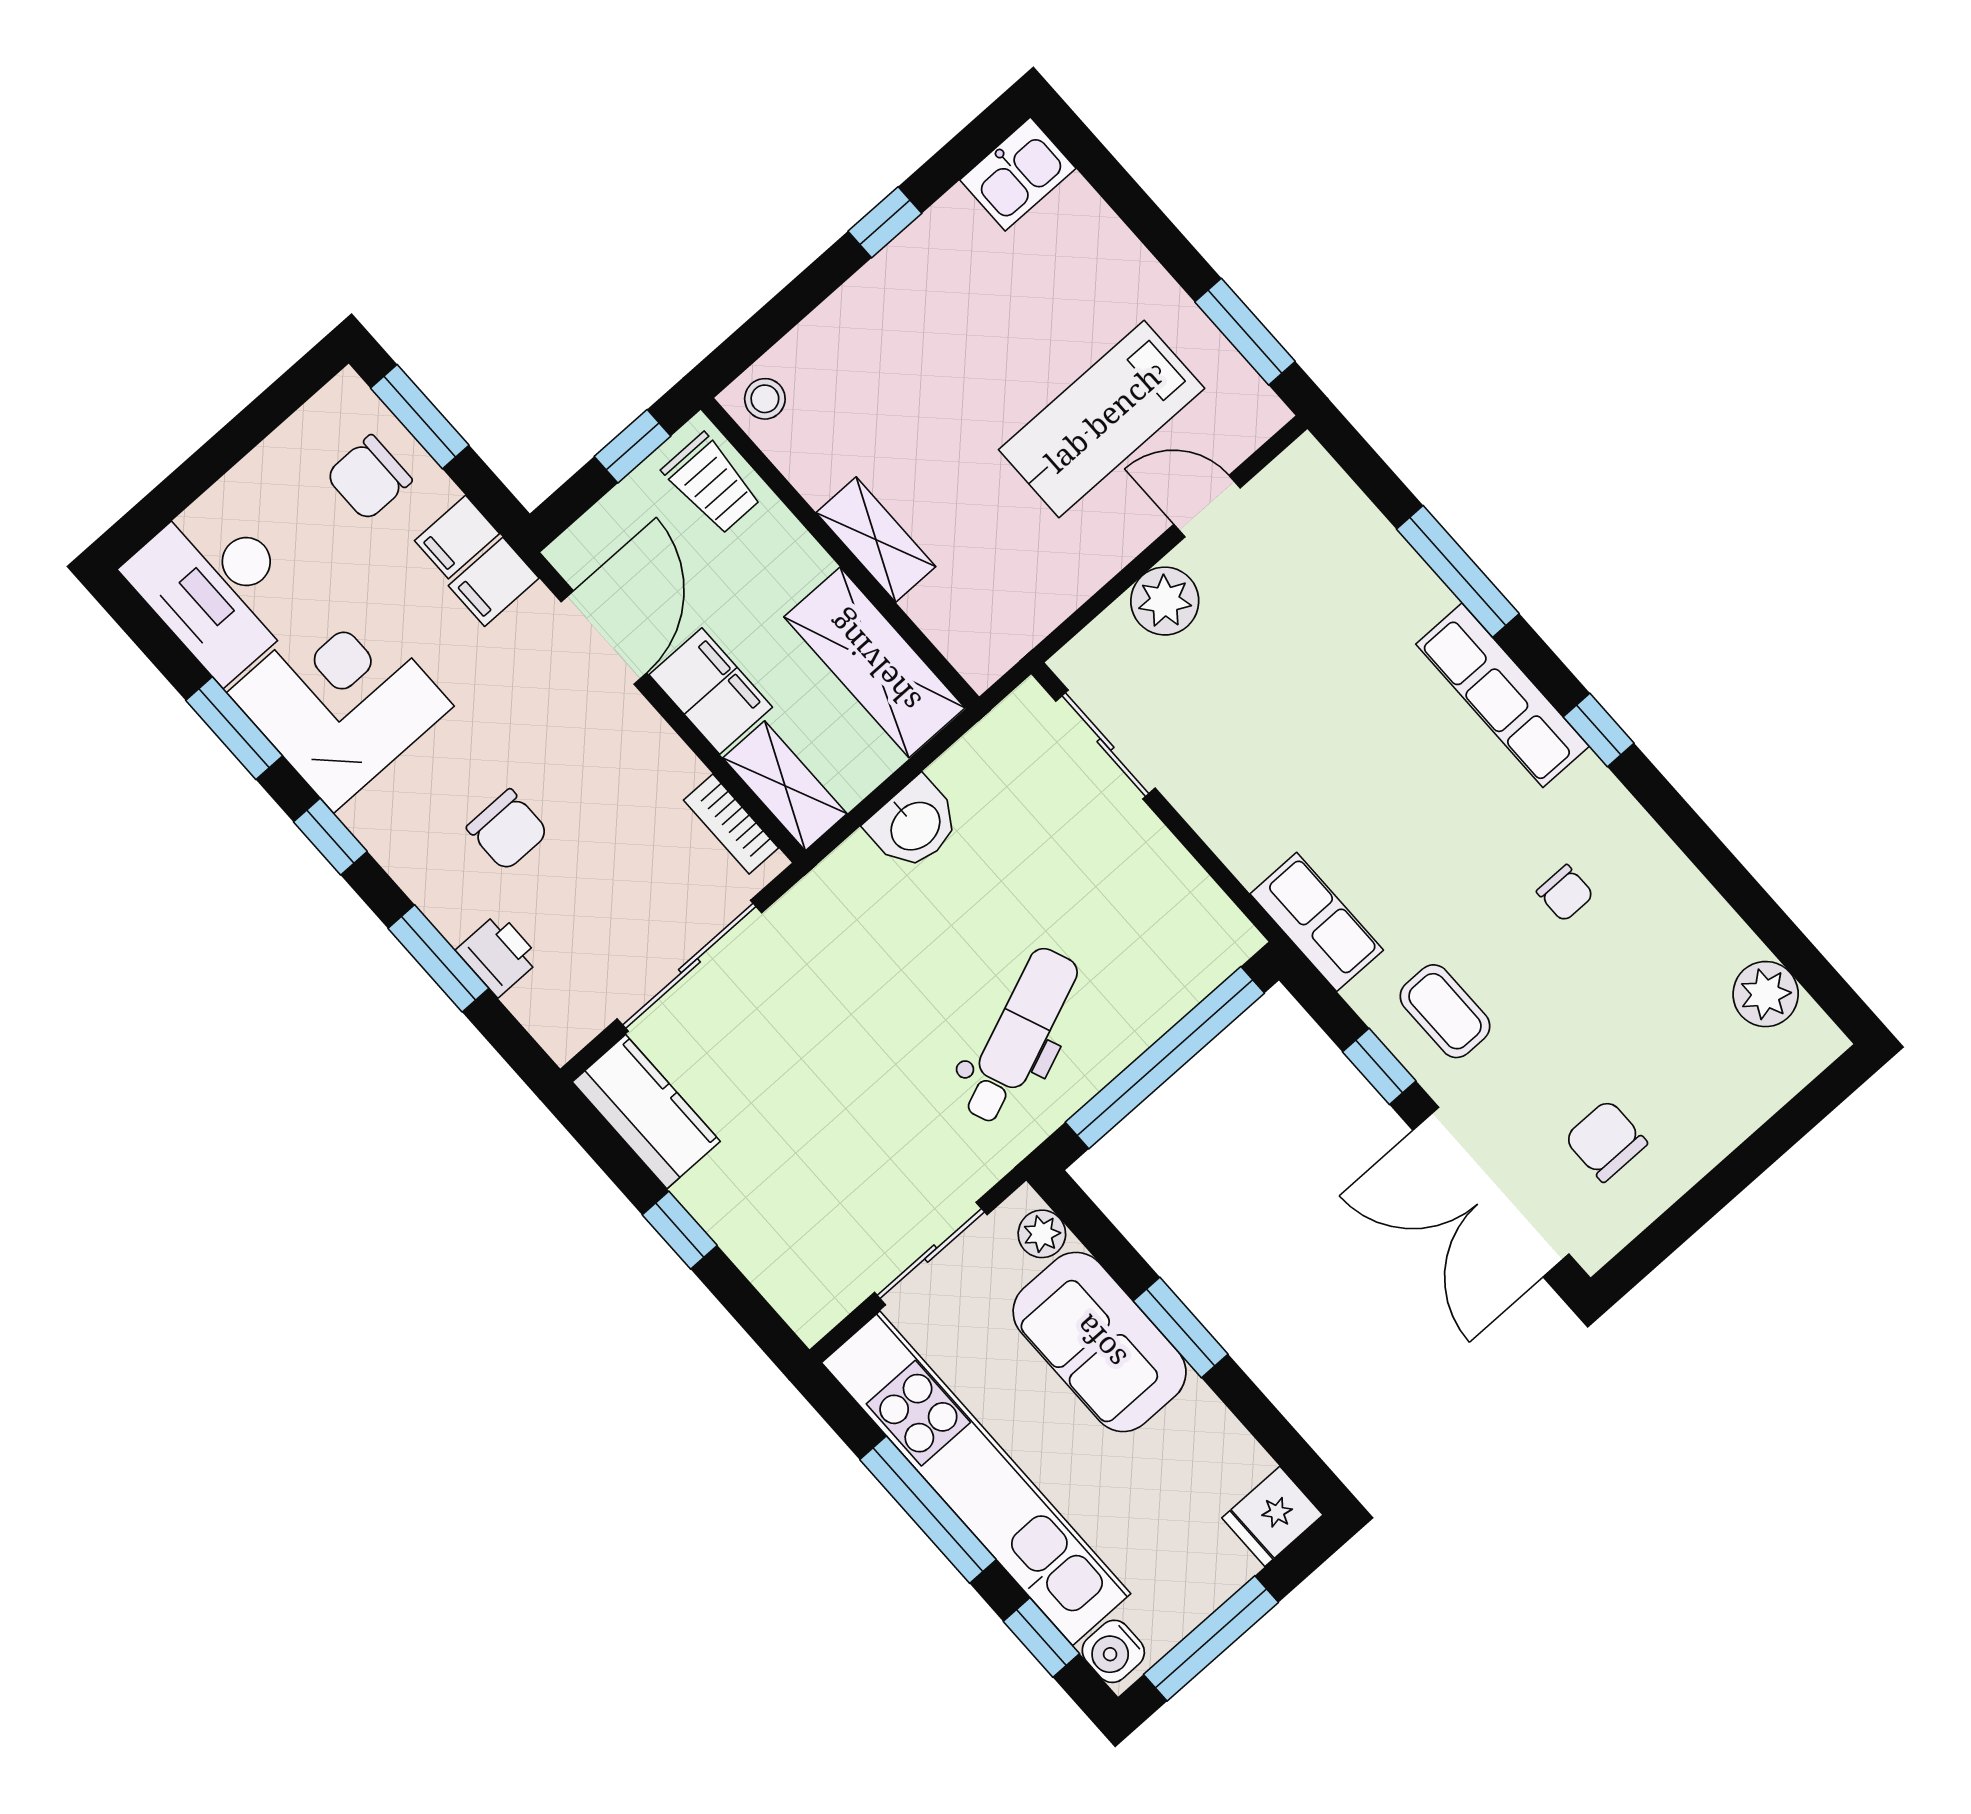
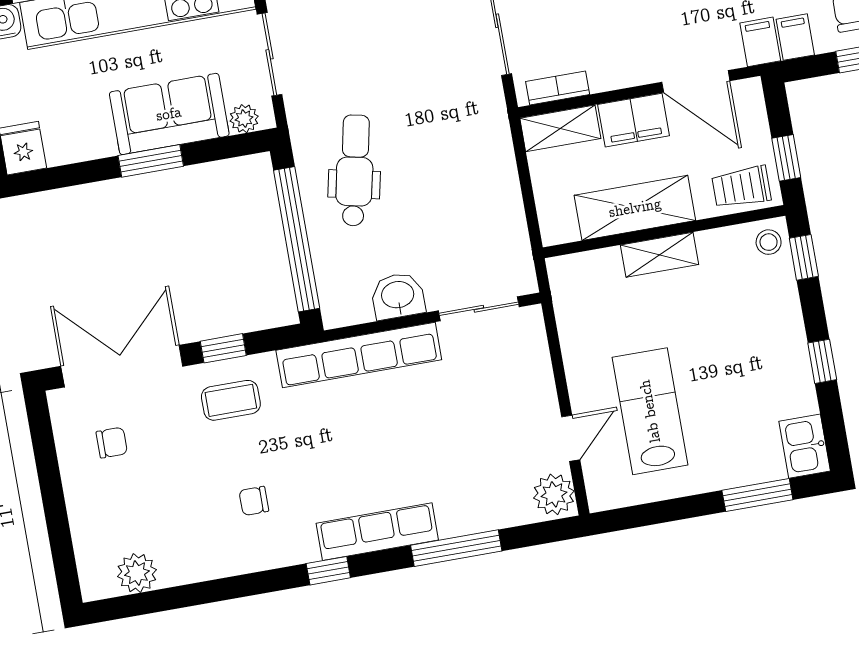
window: (1245, 332) -> (757, 495), moved
window: (756, 337) -> (804, 257), added
plant: (1165, 601) -> (554, 494), moved
shelving: (874, 662) -> (635, 208), moved
washbasin: (914, 825) -> (398, 296), moved, turned 90
row of seats: (1317, 922) -> (359, 355), width x2.02
dental chair: (1019, 1036) -> (355, 170), turned -146
chair: (1606, 1141) -> (112, 443), width x0.73, depth x0.73

